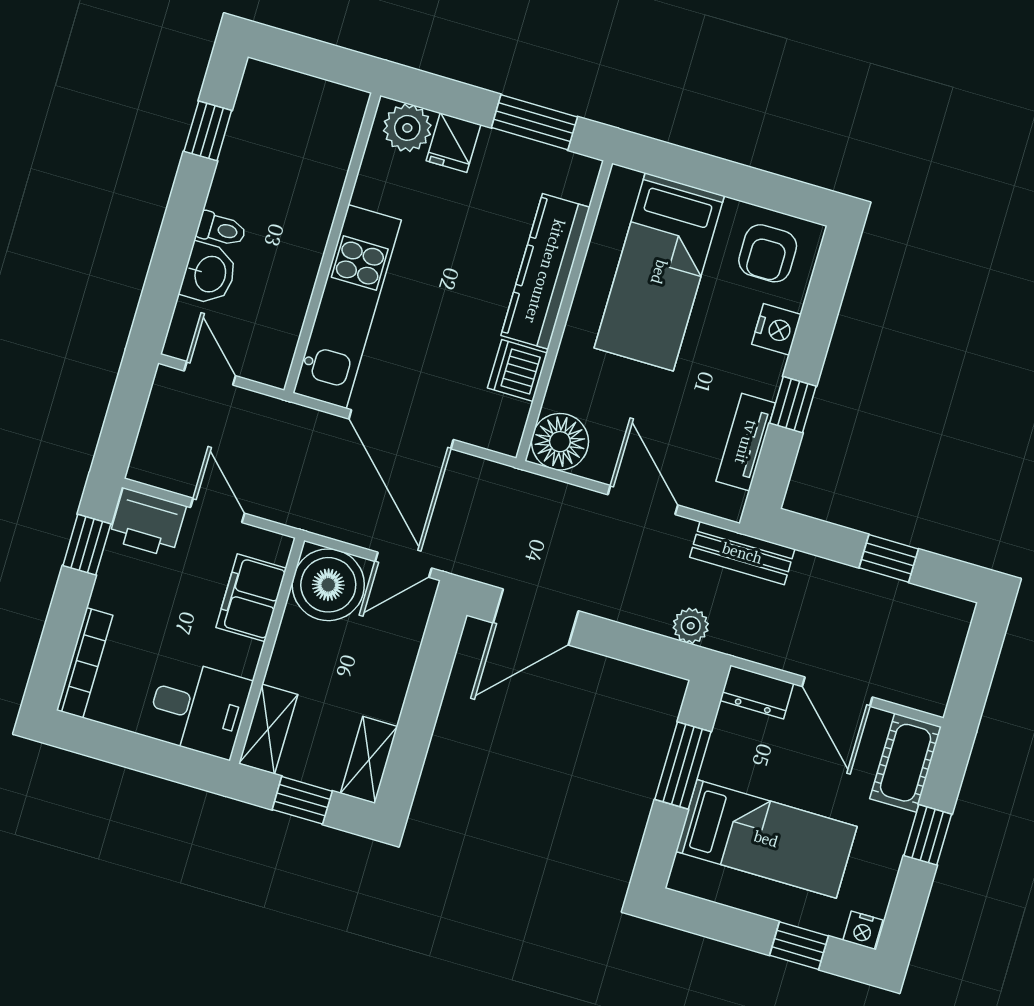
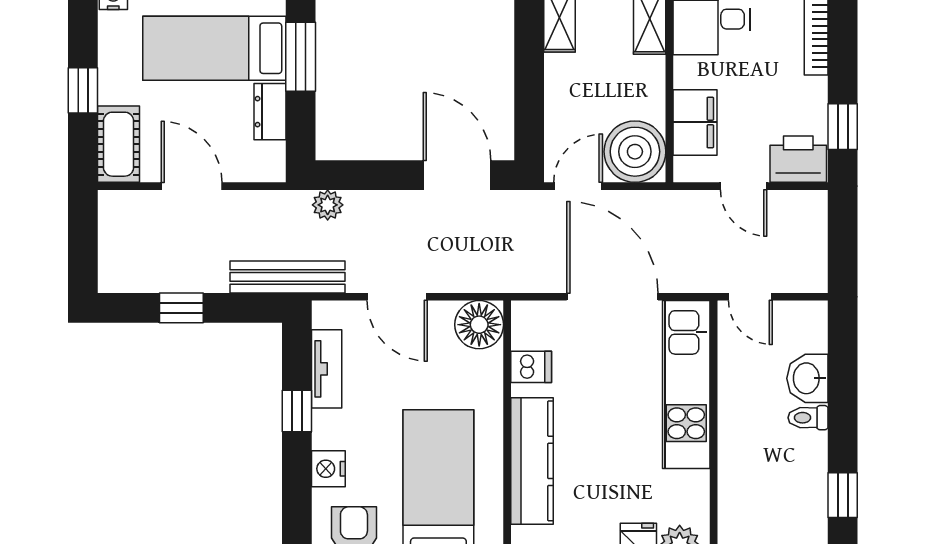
dishwasher: (517, 370) -> (531, 367), width x0.73
door: (210, 373) -> (750, 297), moved
bench: (742, 553) -> (288, 277), width x1.36
door: (536, 617) -> (457, 175), hinge flipped
dresser: (757, 692) -> (270, 112), moved, turned -90
window: (683, 766) -> (301, 57), moved

